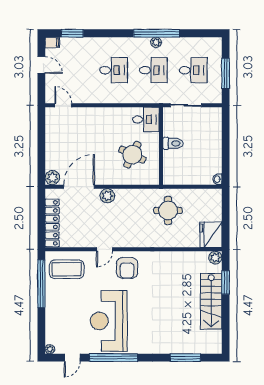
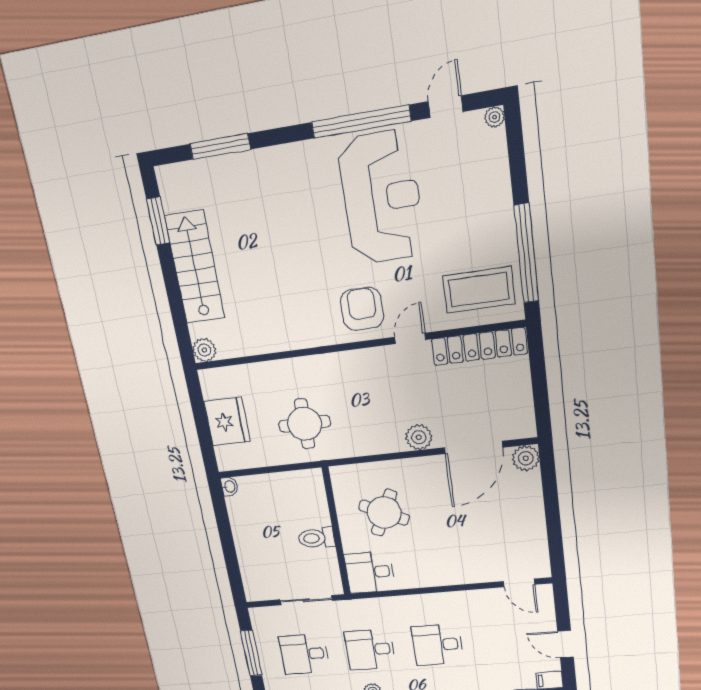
locker: (52, 223) -> (479, 346), moved, turned -90
fridge: (211, 235) -> (227, 421), moved
window: (226, 282) -> (158, 221), moved

